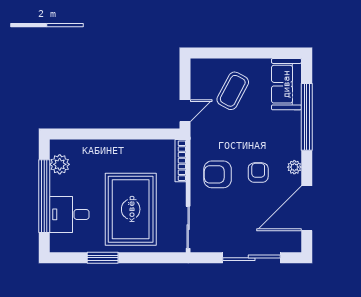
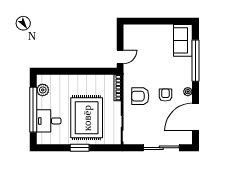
coffee table: (233, 91) -> (150, 45), removed
window: (103, 258) -> (80, 148), moved

